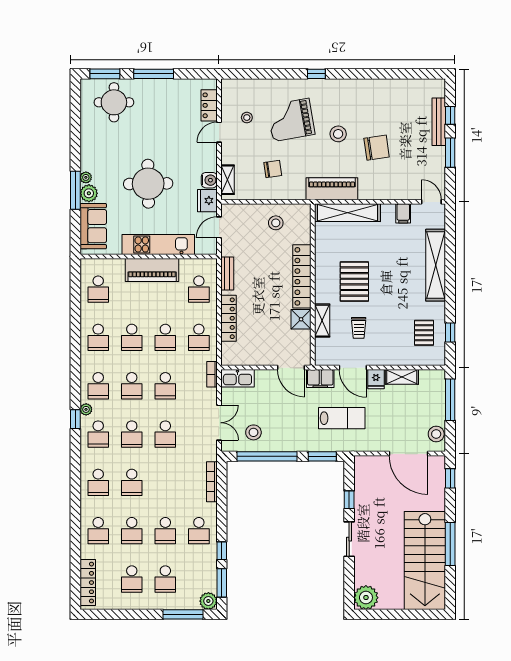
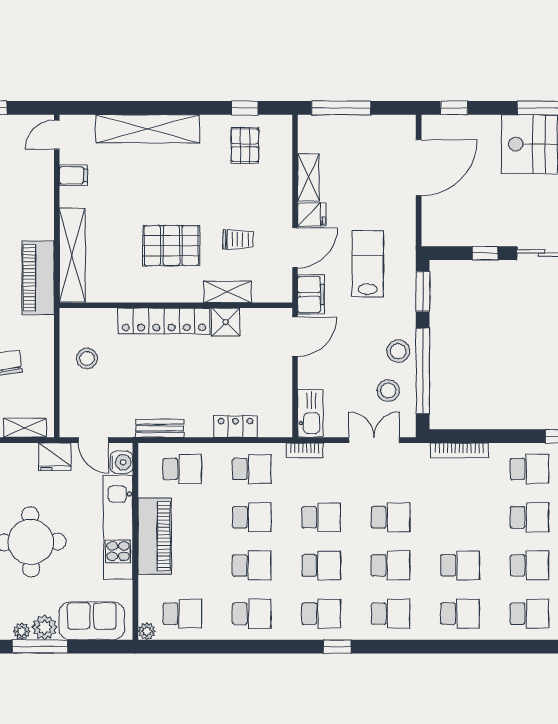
water cooler: (209, 180) -> (121, 462), moved, turned 90
locker: (228, 318) -> (236, 427), width x0.66
pallet: (424, 333) -> (245, 145), turned 90
plant: (86, 409) -> (147, 631), moved
window: (75, 419) -> (337, 647), moved
stool: (436, 434) -> (398, 351), moved

